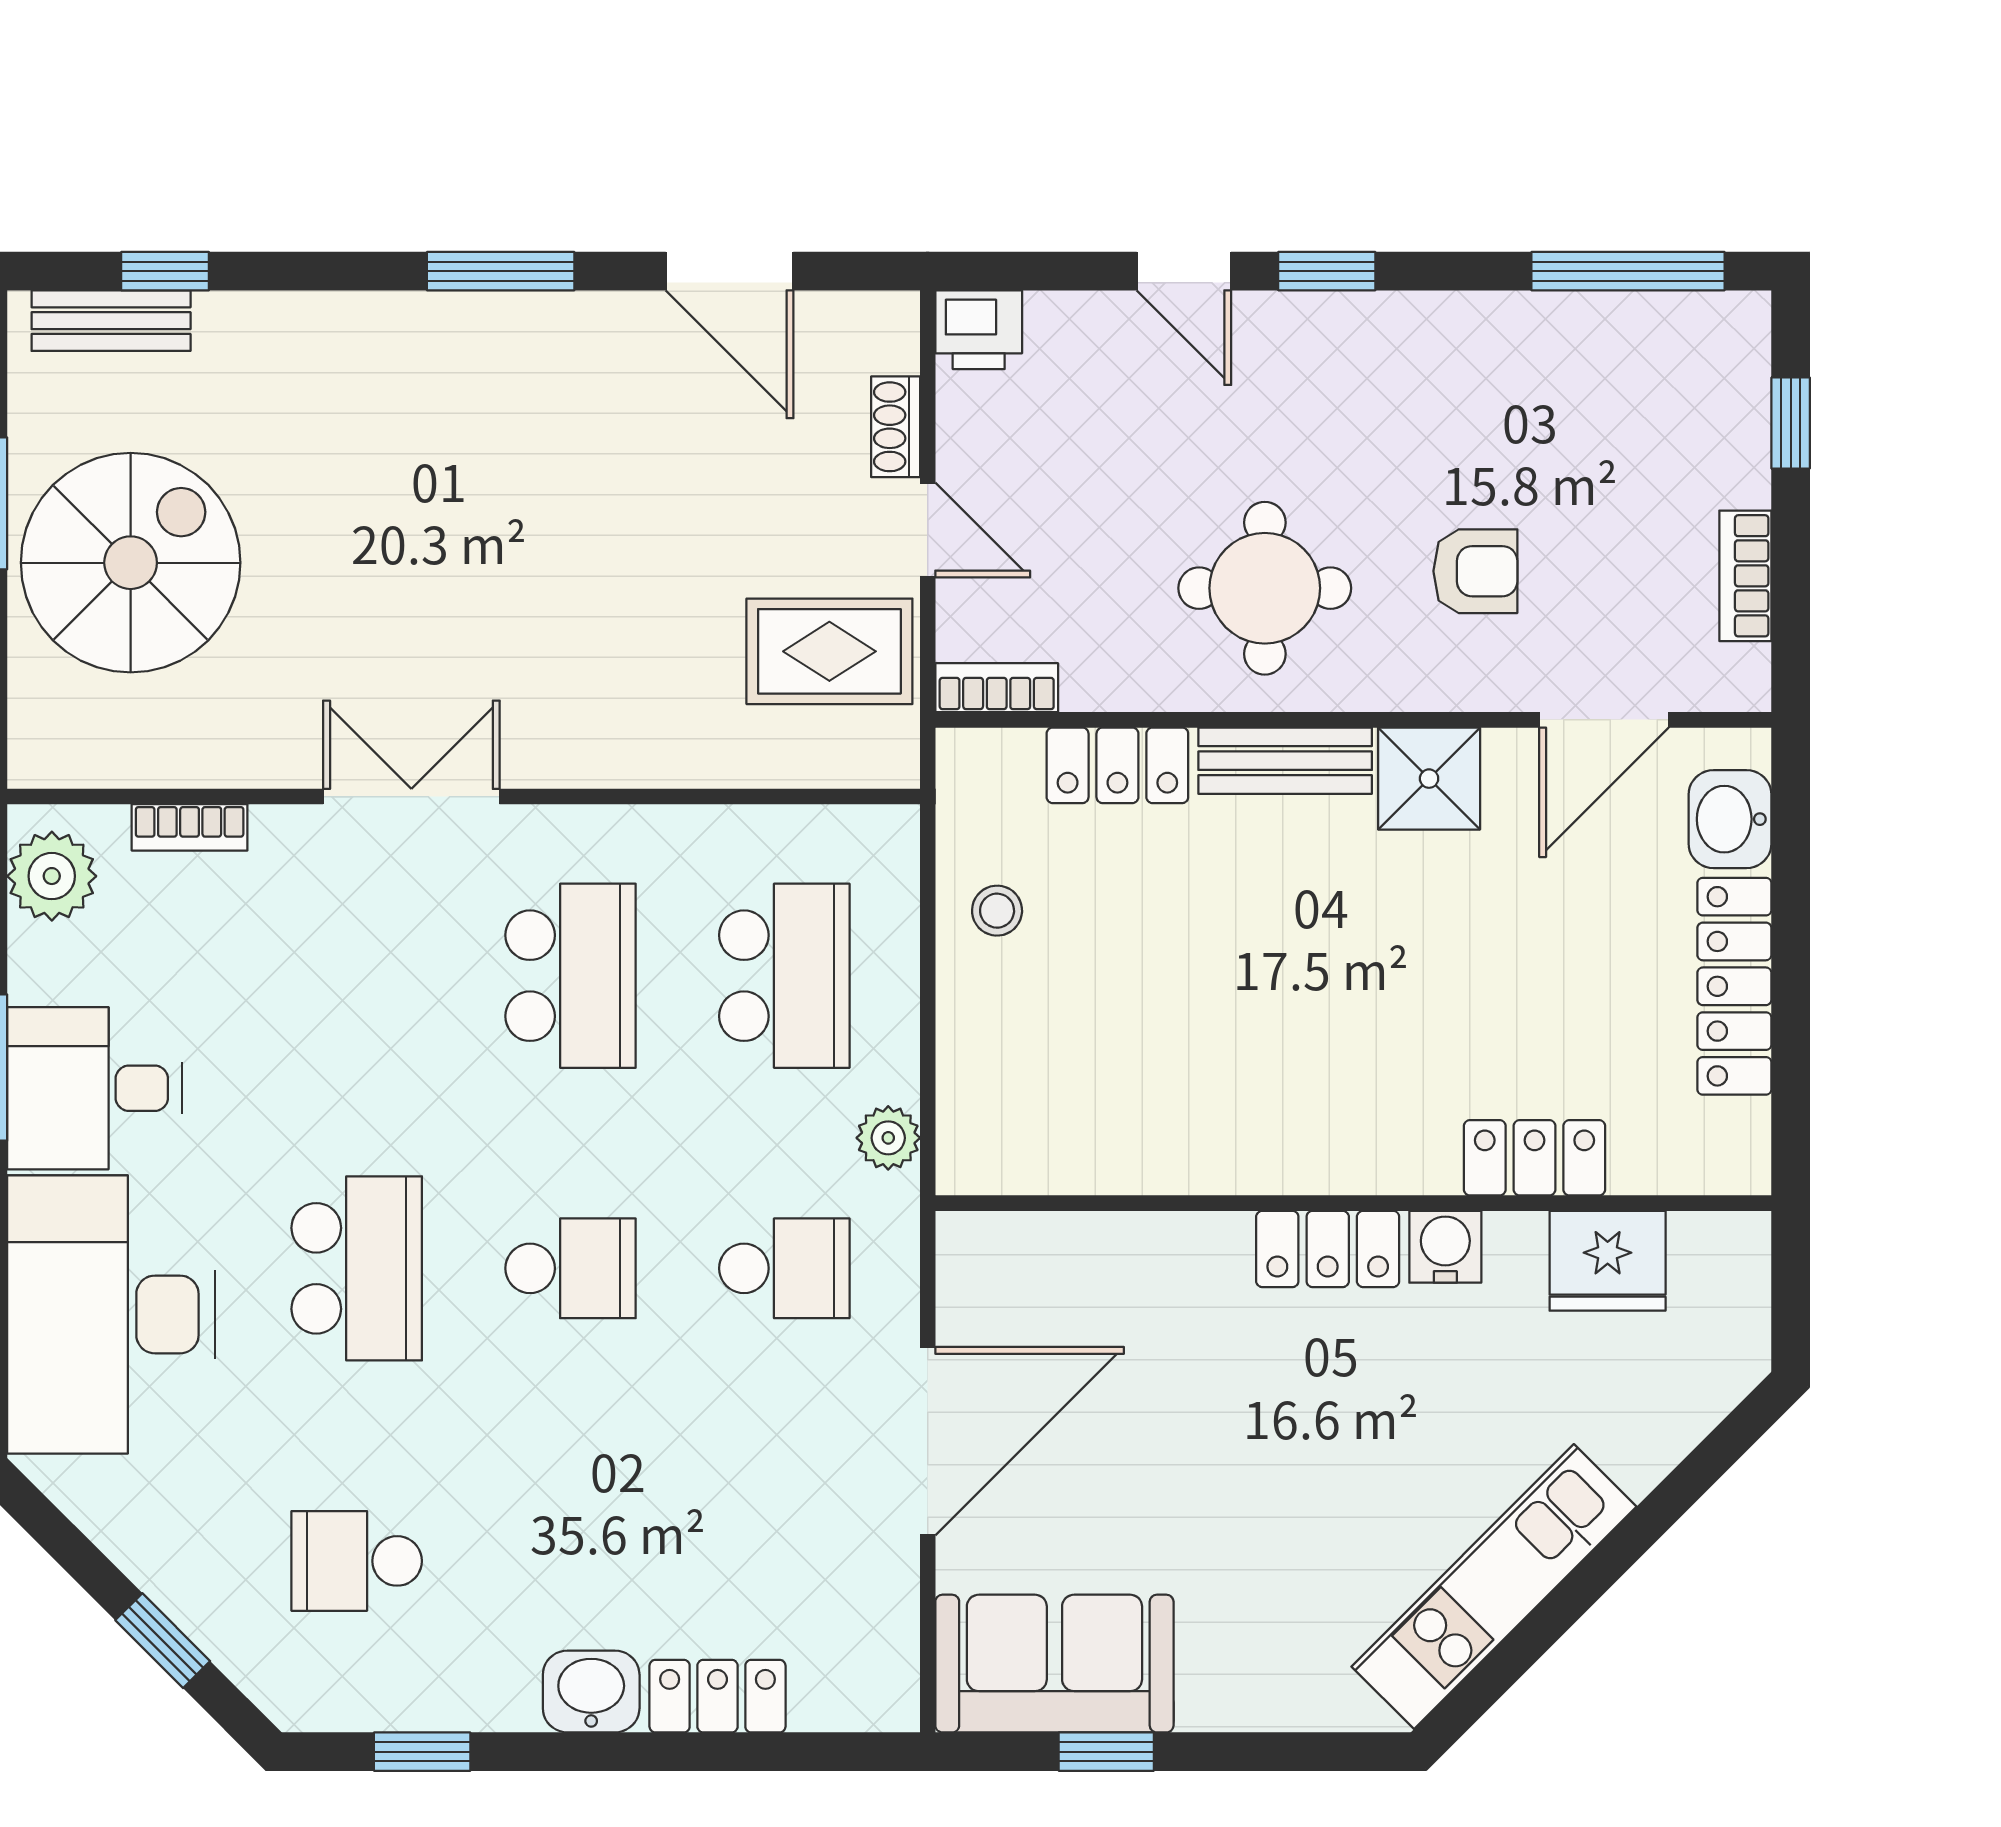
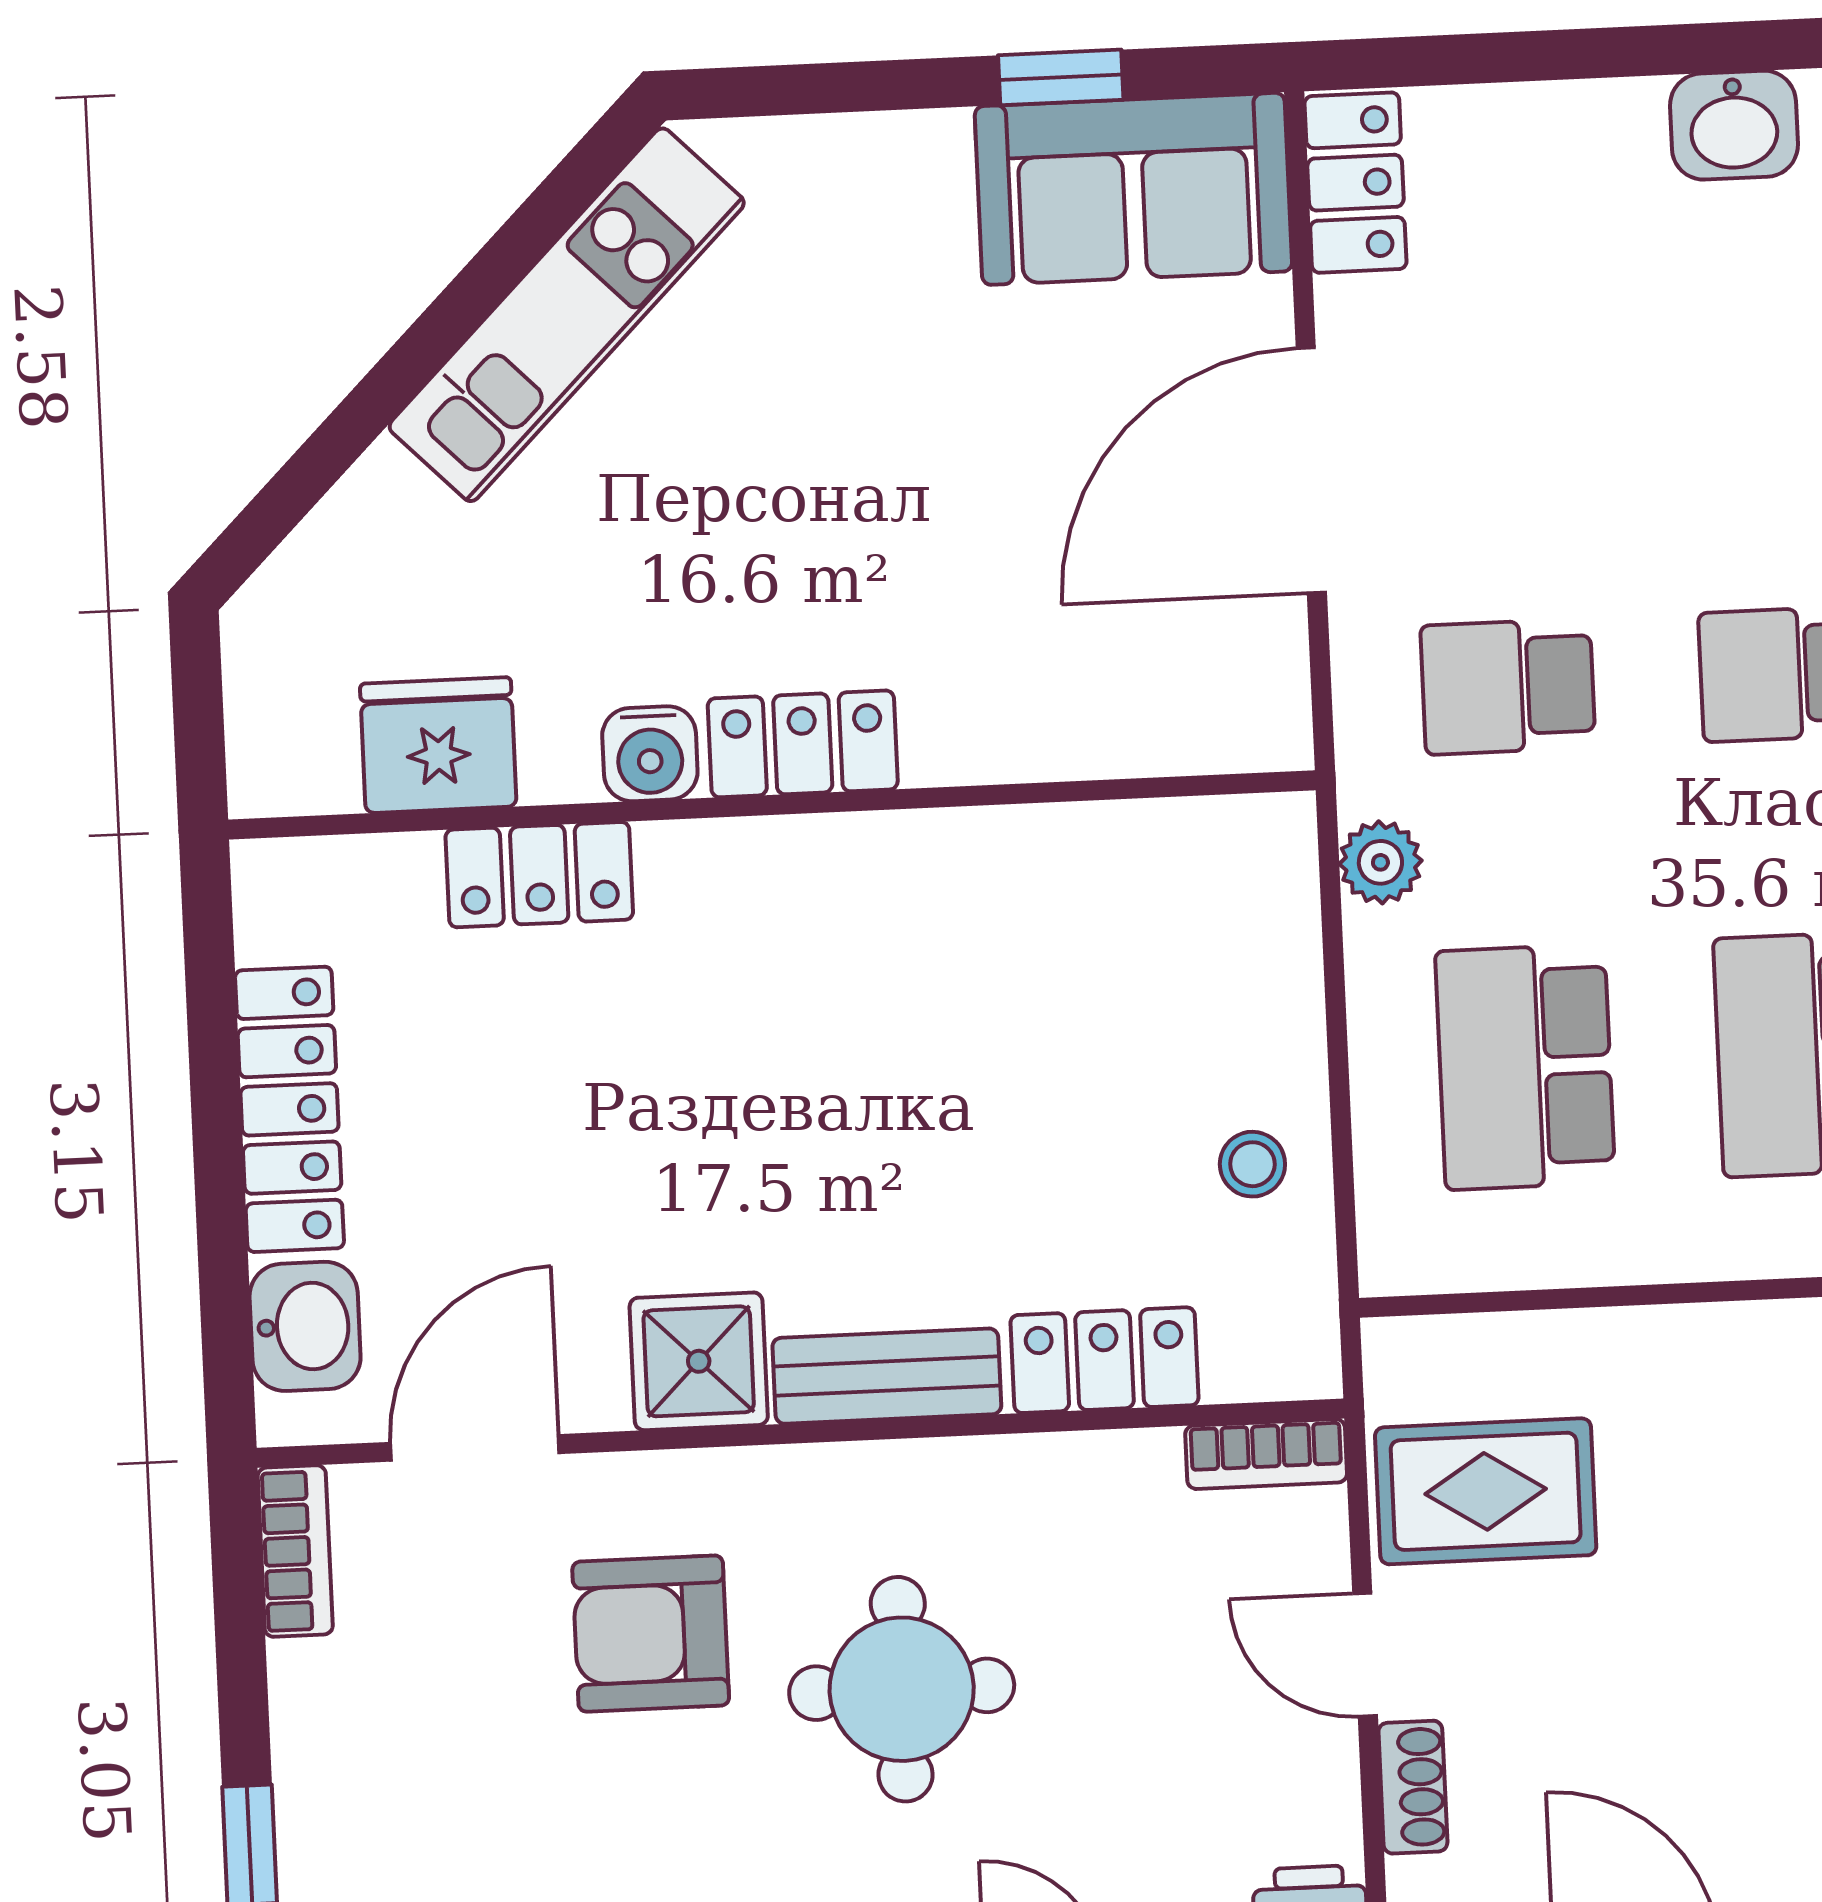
armchair: (1475, 571) -> (651, 1634), width x1.38, depth x1.38
bookcase: (1745, 576) -> (295, 1551), moved
round table: (1265, 588) -> (902, 1689), moved
locker: (717, 1696) -> (1355, 183), moved, turned -90

